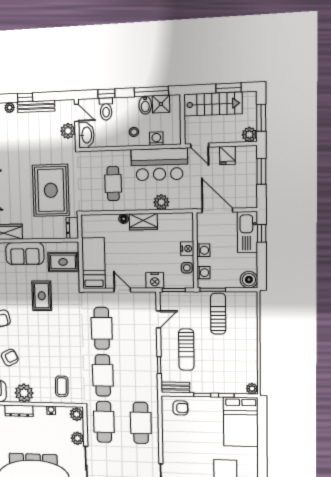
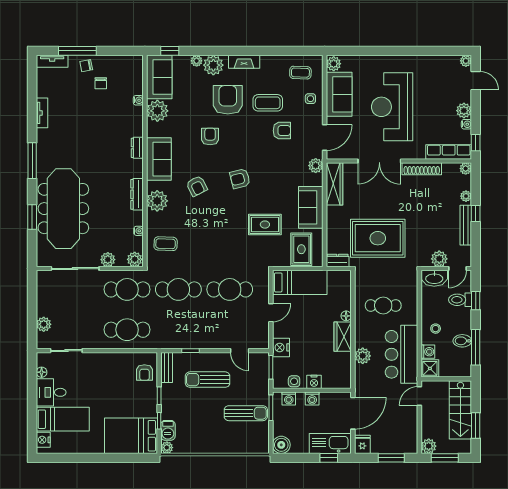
shower: (161, 104) -> (430, 368), moved
fridge: (227, 155) -> (362, 444), moved, turned 90
barbecue: (235, 387) -> (168, 430), added

